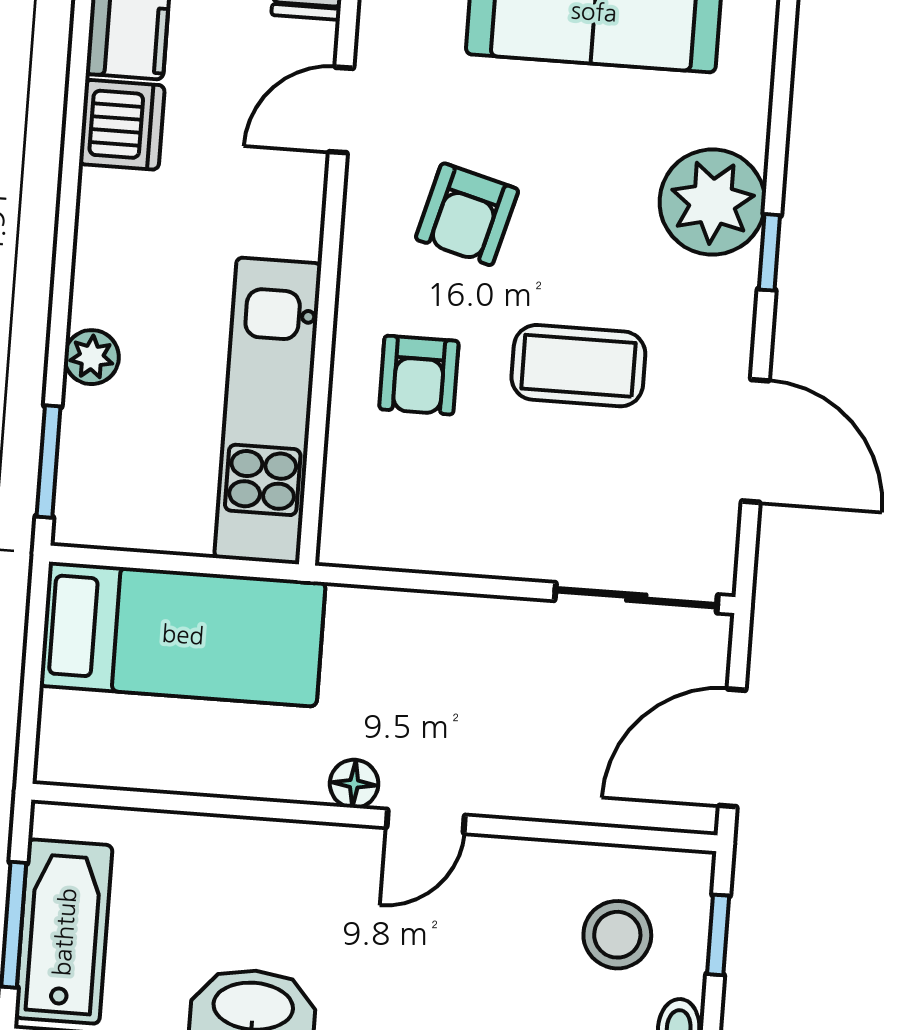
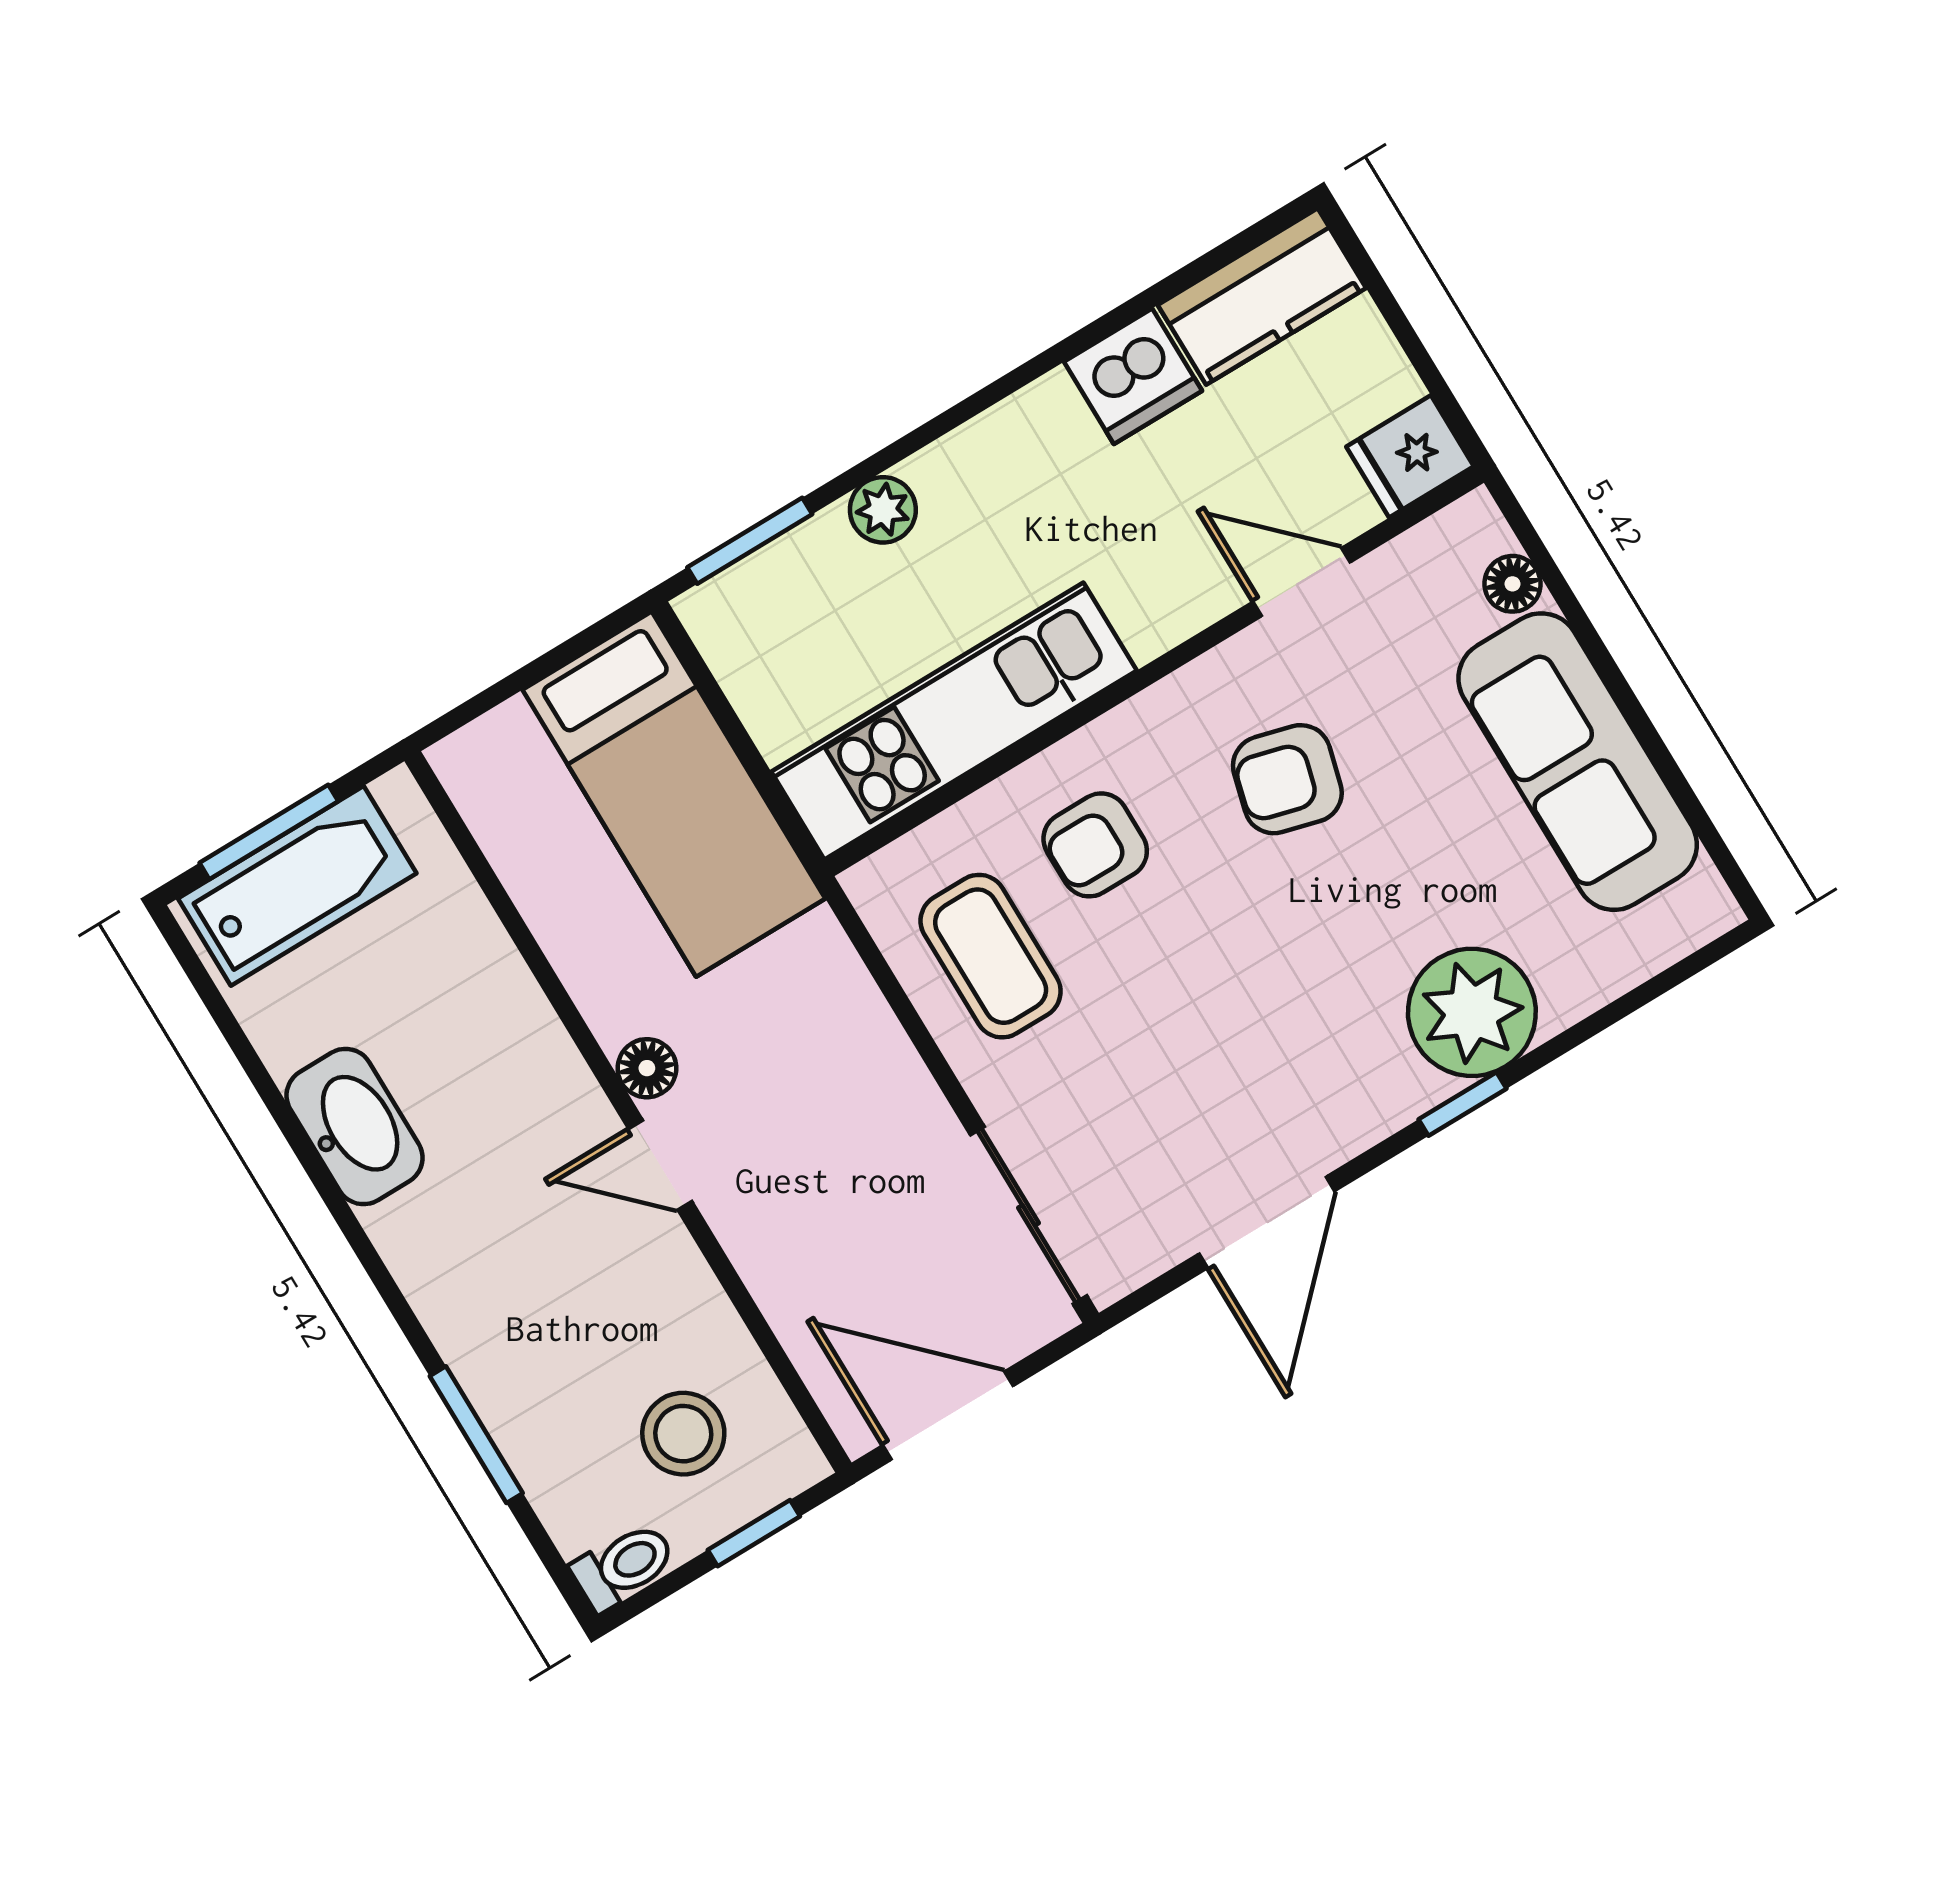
coffee table: (578, 366) -> (991, 956), moved

